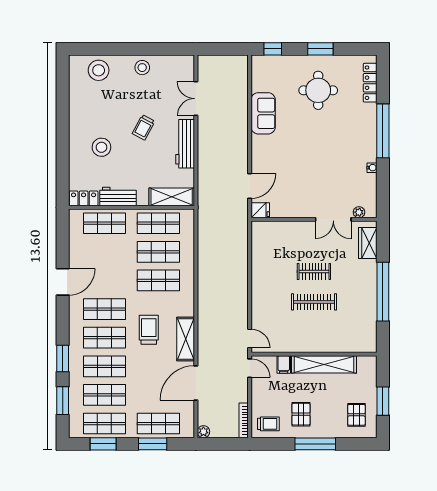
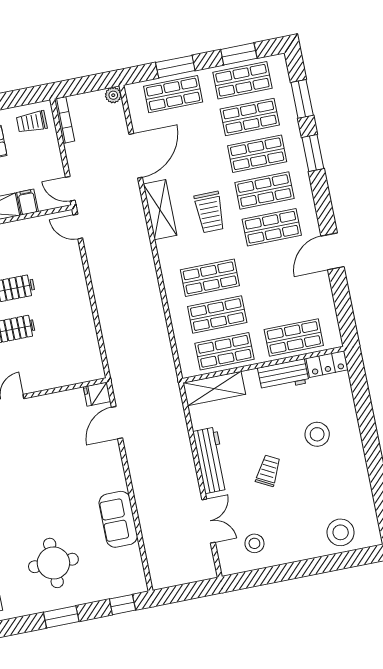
stool: (142, 68) -> (254, 543), moved

